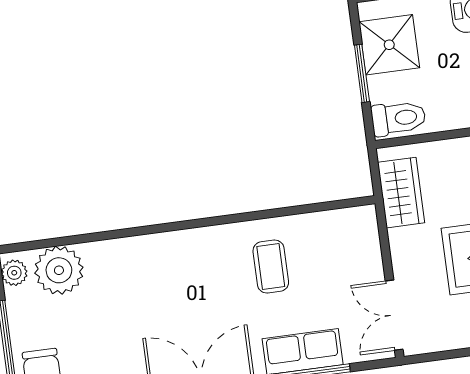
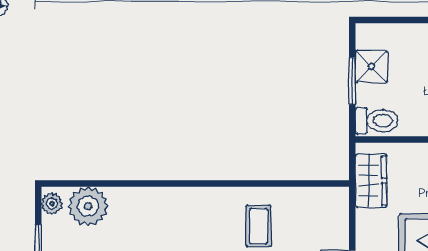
shower: (389, 45) -> (371, 67), width x0.73, depth x0.73

